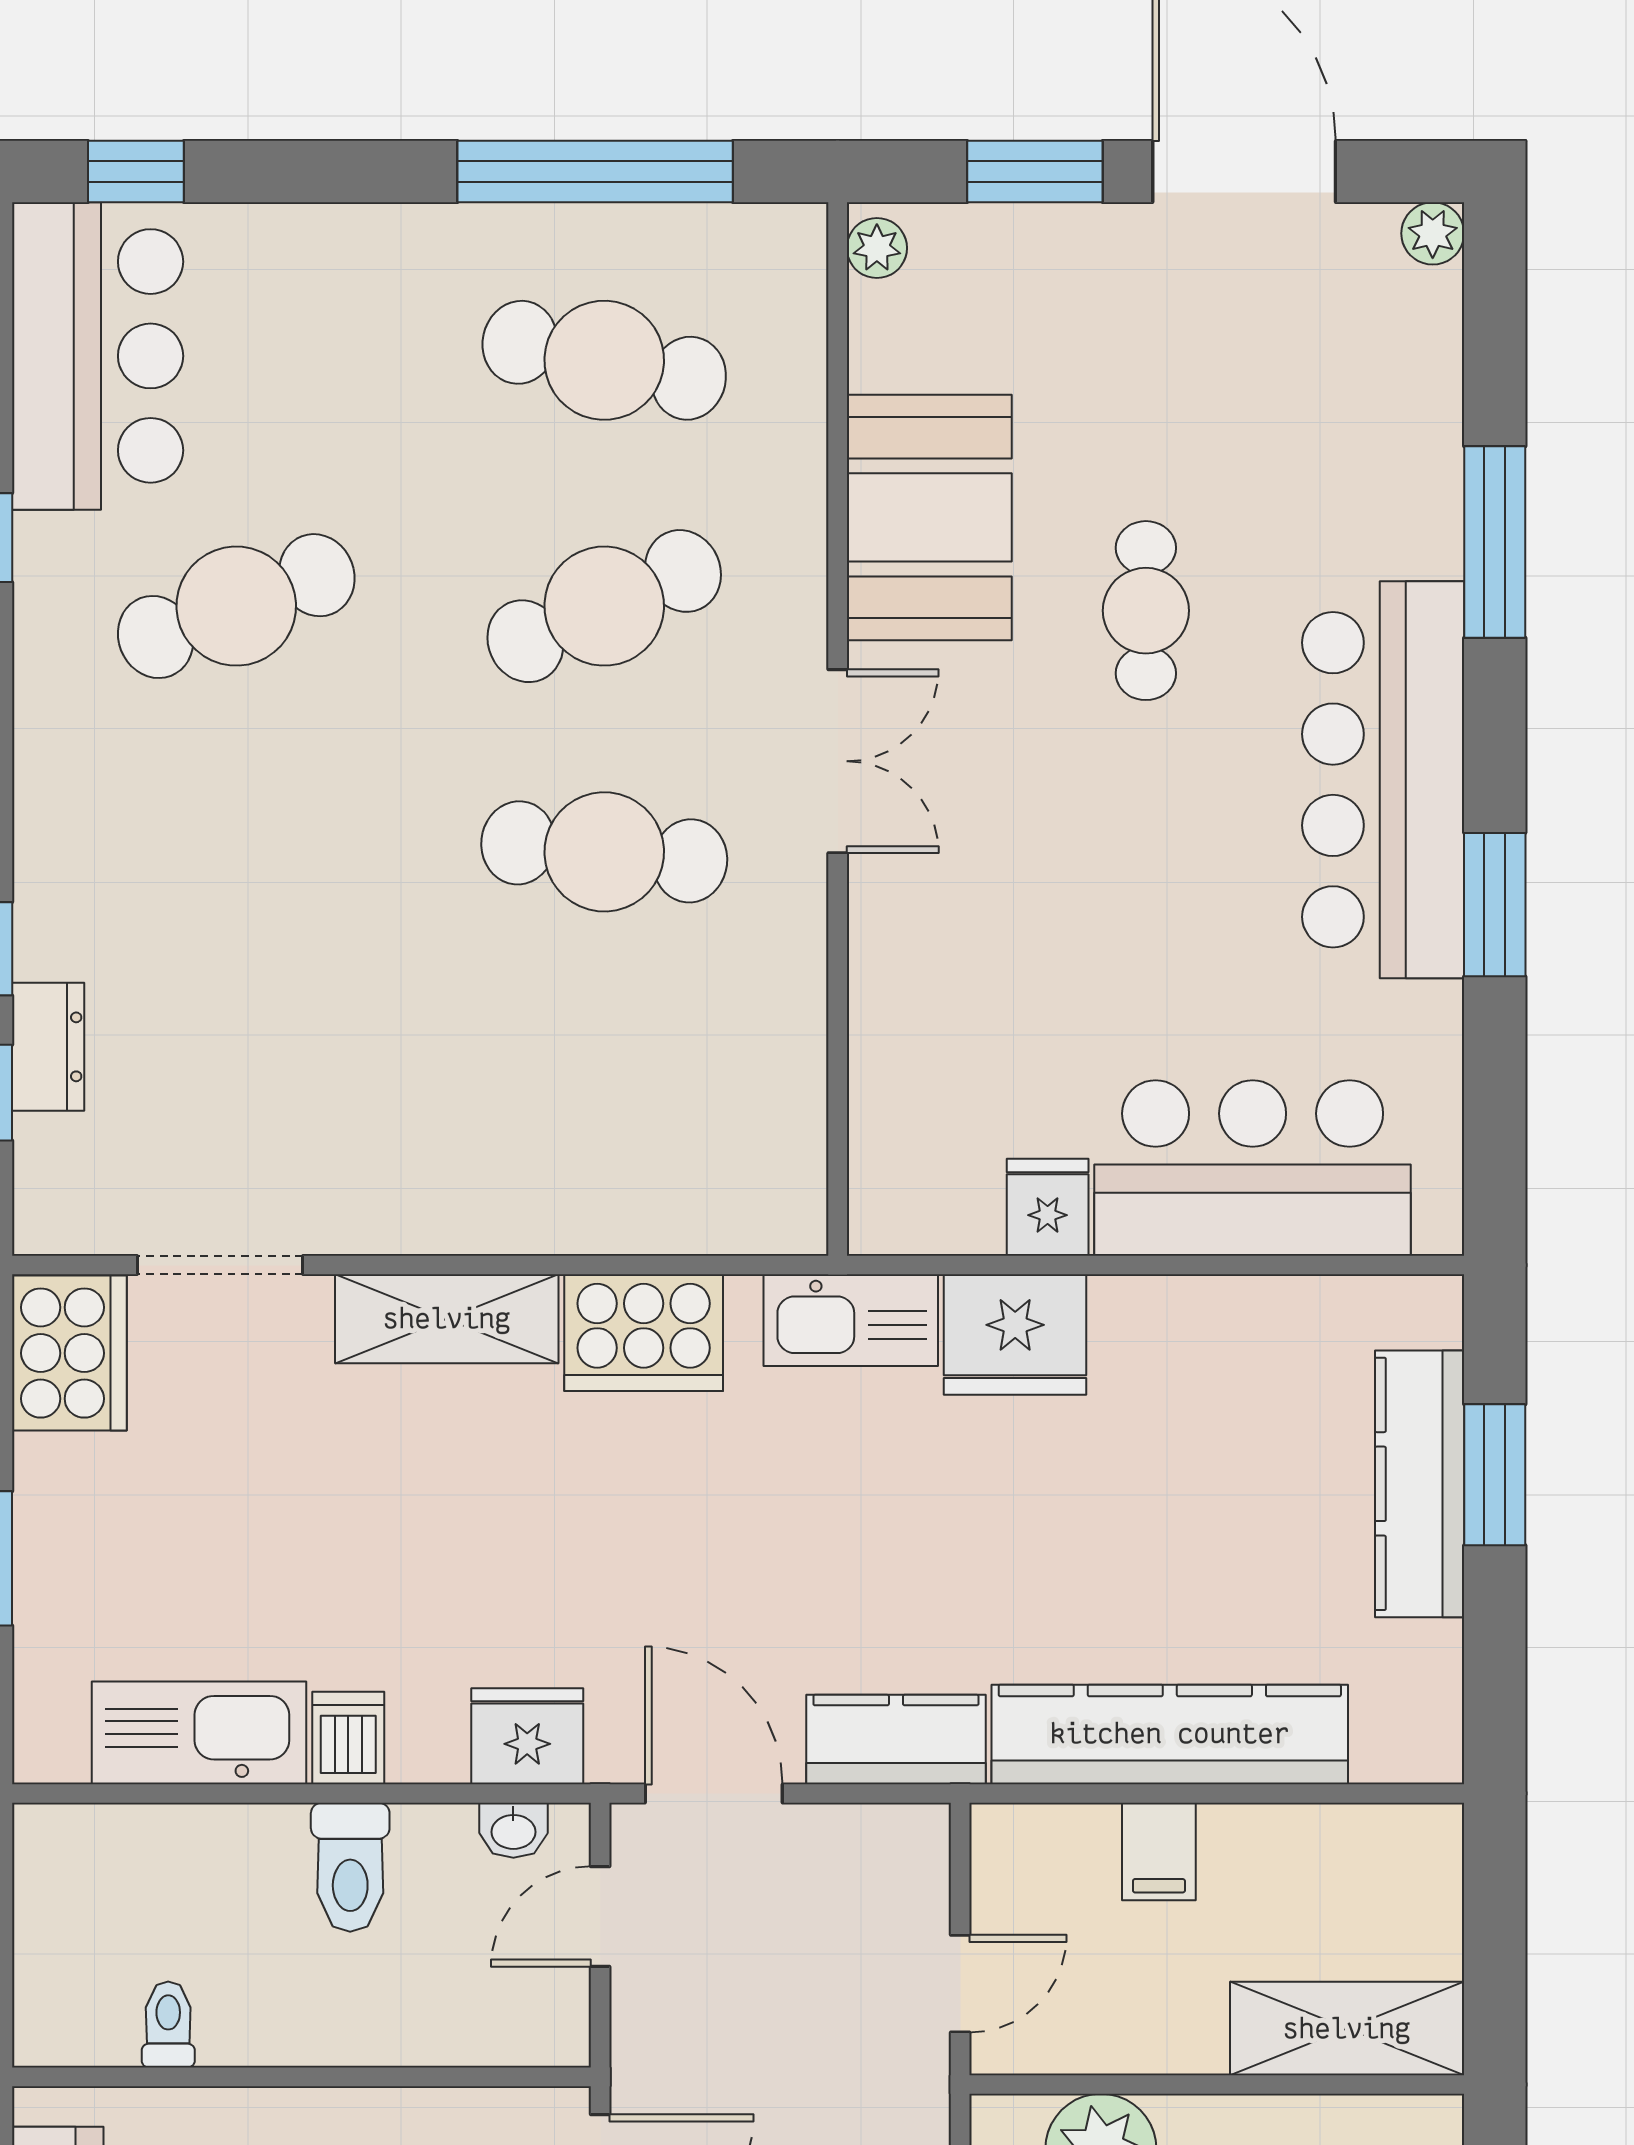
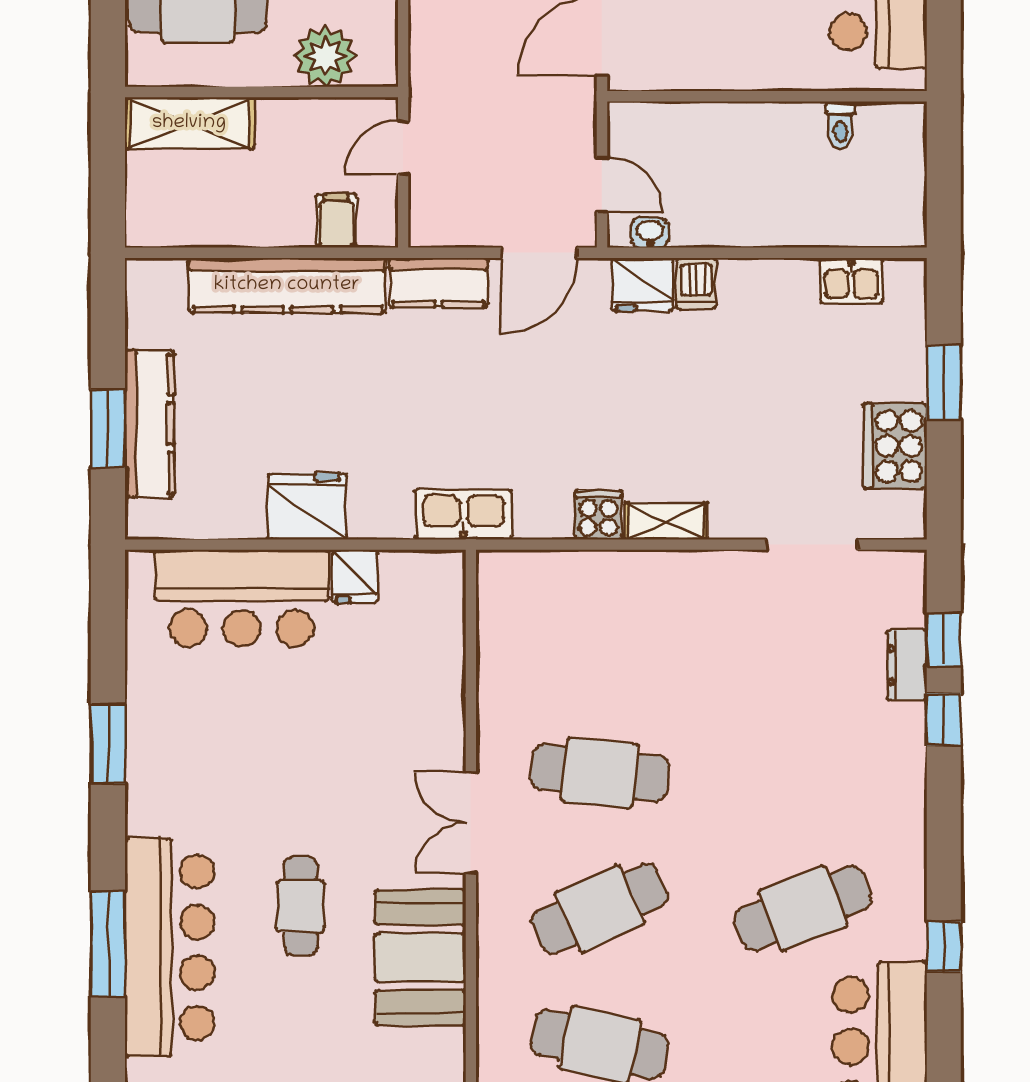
bar counter: (1383, 780) -> (170, 947), moved
shelving: (447, 1319) -> (666, 521), width x0.67, depth x0.75
cooker: (644, 1333) -> (598, 515), width x0.53, depth x0.76
fridge: (1015, 1335) -> (307, 506), moved
cooker: (69, 1353) -> (895, 446), moved
kitchen sink: (199, 1733) -> (851, 281), width x0.53, depth x0.81
dishwasher: (348, 1738) -> (696, 283), moved
door: (714, 1793) -> (539, 253), hinge flipped
filing cabinet: (1159, 1852) -> (336, 221), moved
toilet: (350, 1867) -> (740, 212), removed
door: (600, 1917) -> (602, 185), hinge flipped

